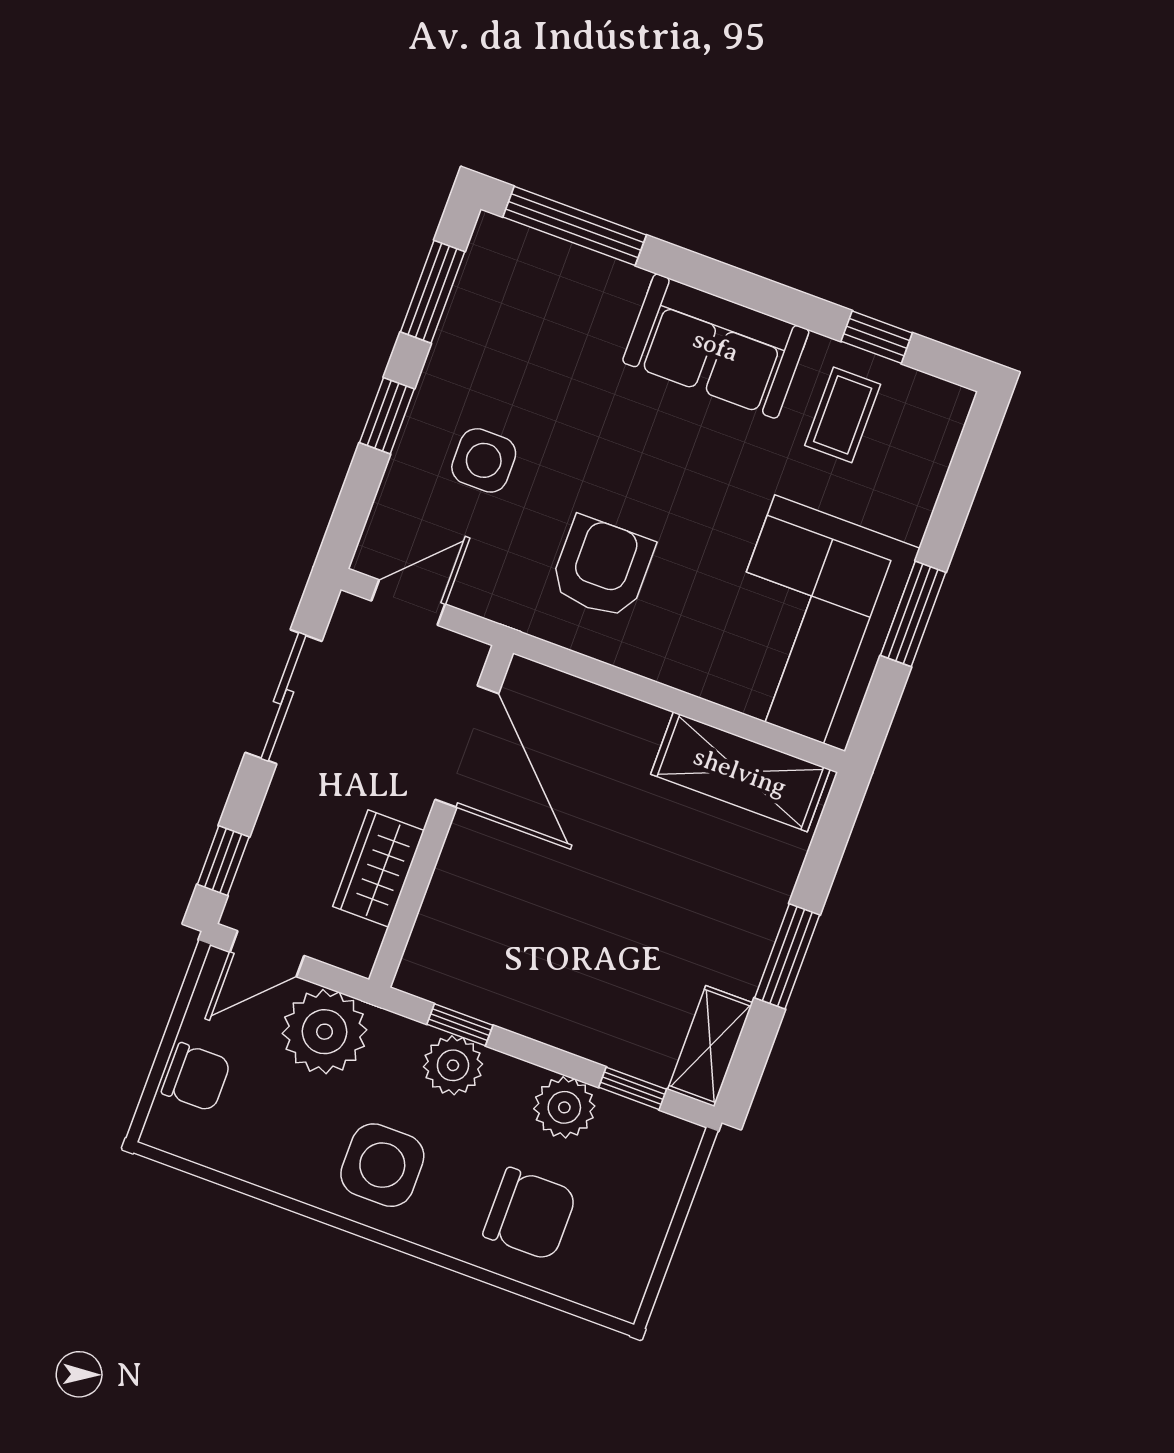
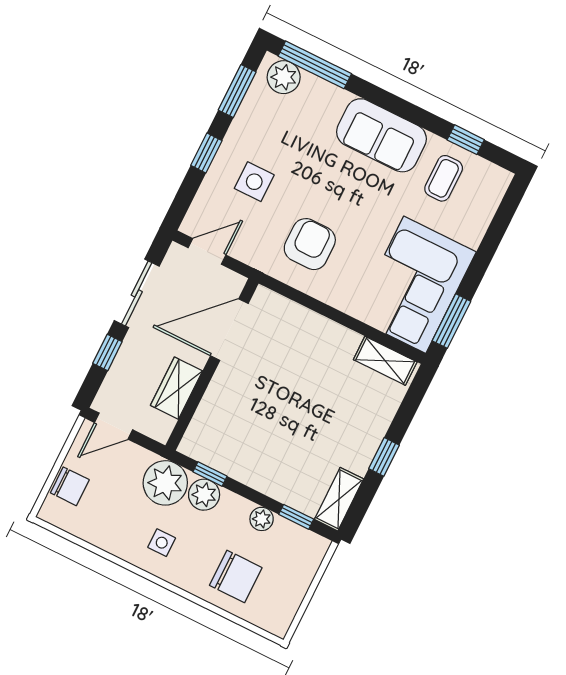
plant: (518, 256) -> (284, 77), added
window: (913, 614) -> (451, 321), moved
door: (467, 746) -> (229, 330), swing flipped
shelving: (740, 772) -> (385, 361), width x0.67, depth x0.75
window: (223, 861) -> (107, 352), moved
window: (787, 956) -> (384, 457), width x0.67
plant: (325, 1032) -> (165, 483), moved
plant: (564, 1107) -> (262, 519), width x0.73, depth x0.73
side table: (382, 1165) -> (162, 543), width x0.54, depth x0.54

